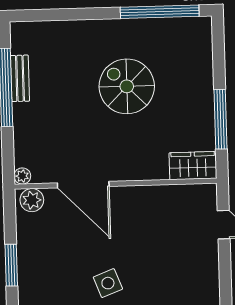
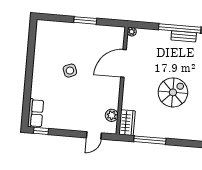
plant: (32, 200) -> (112, 115), moved

